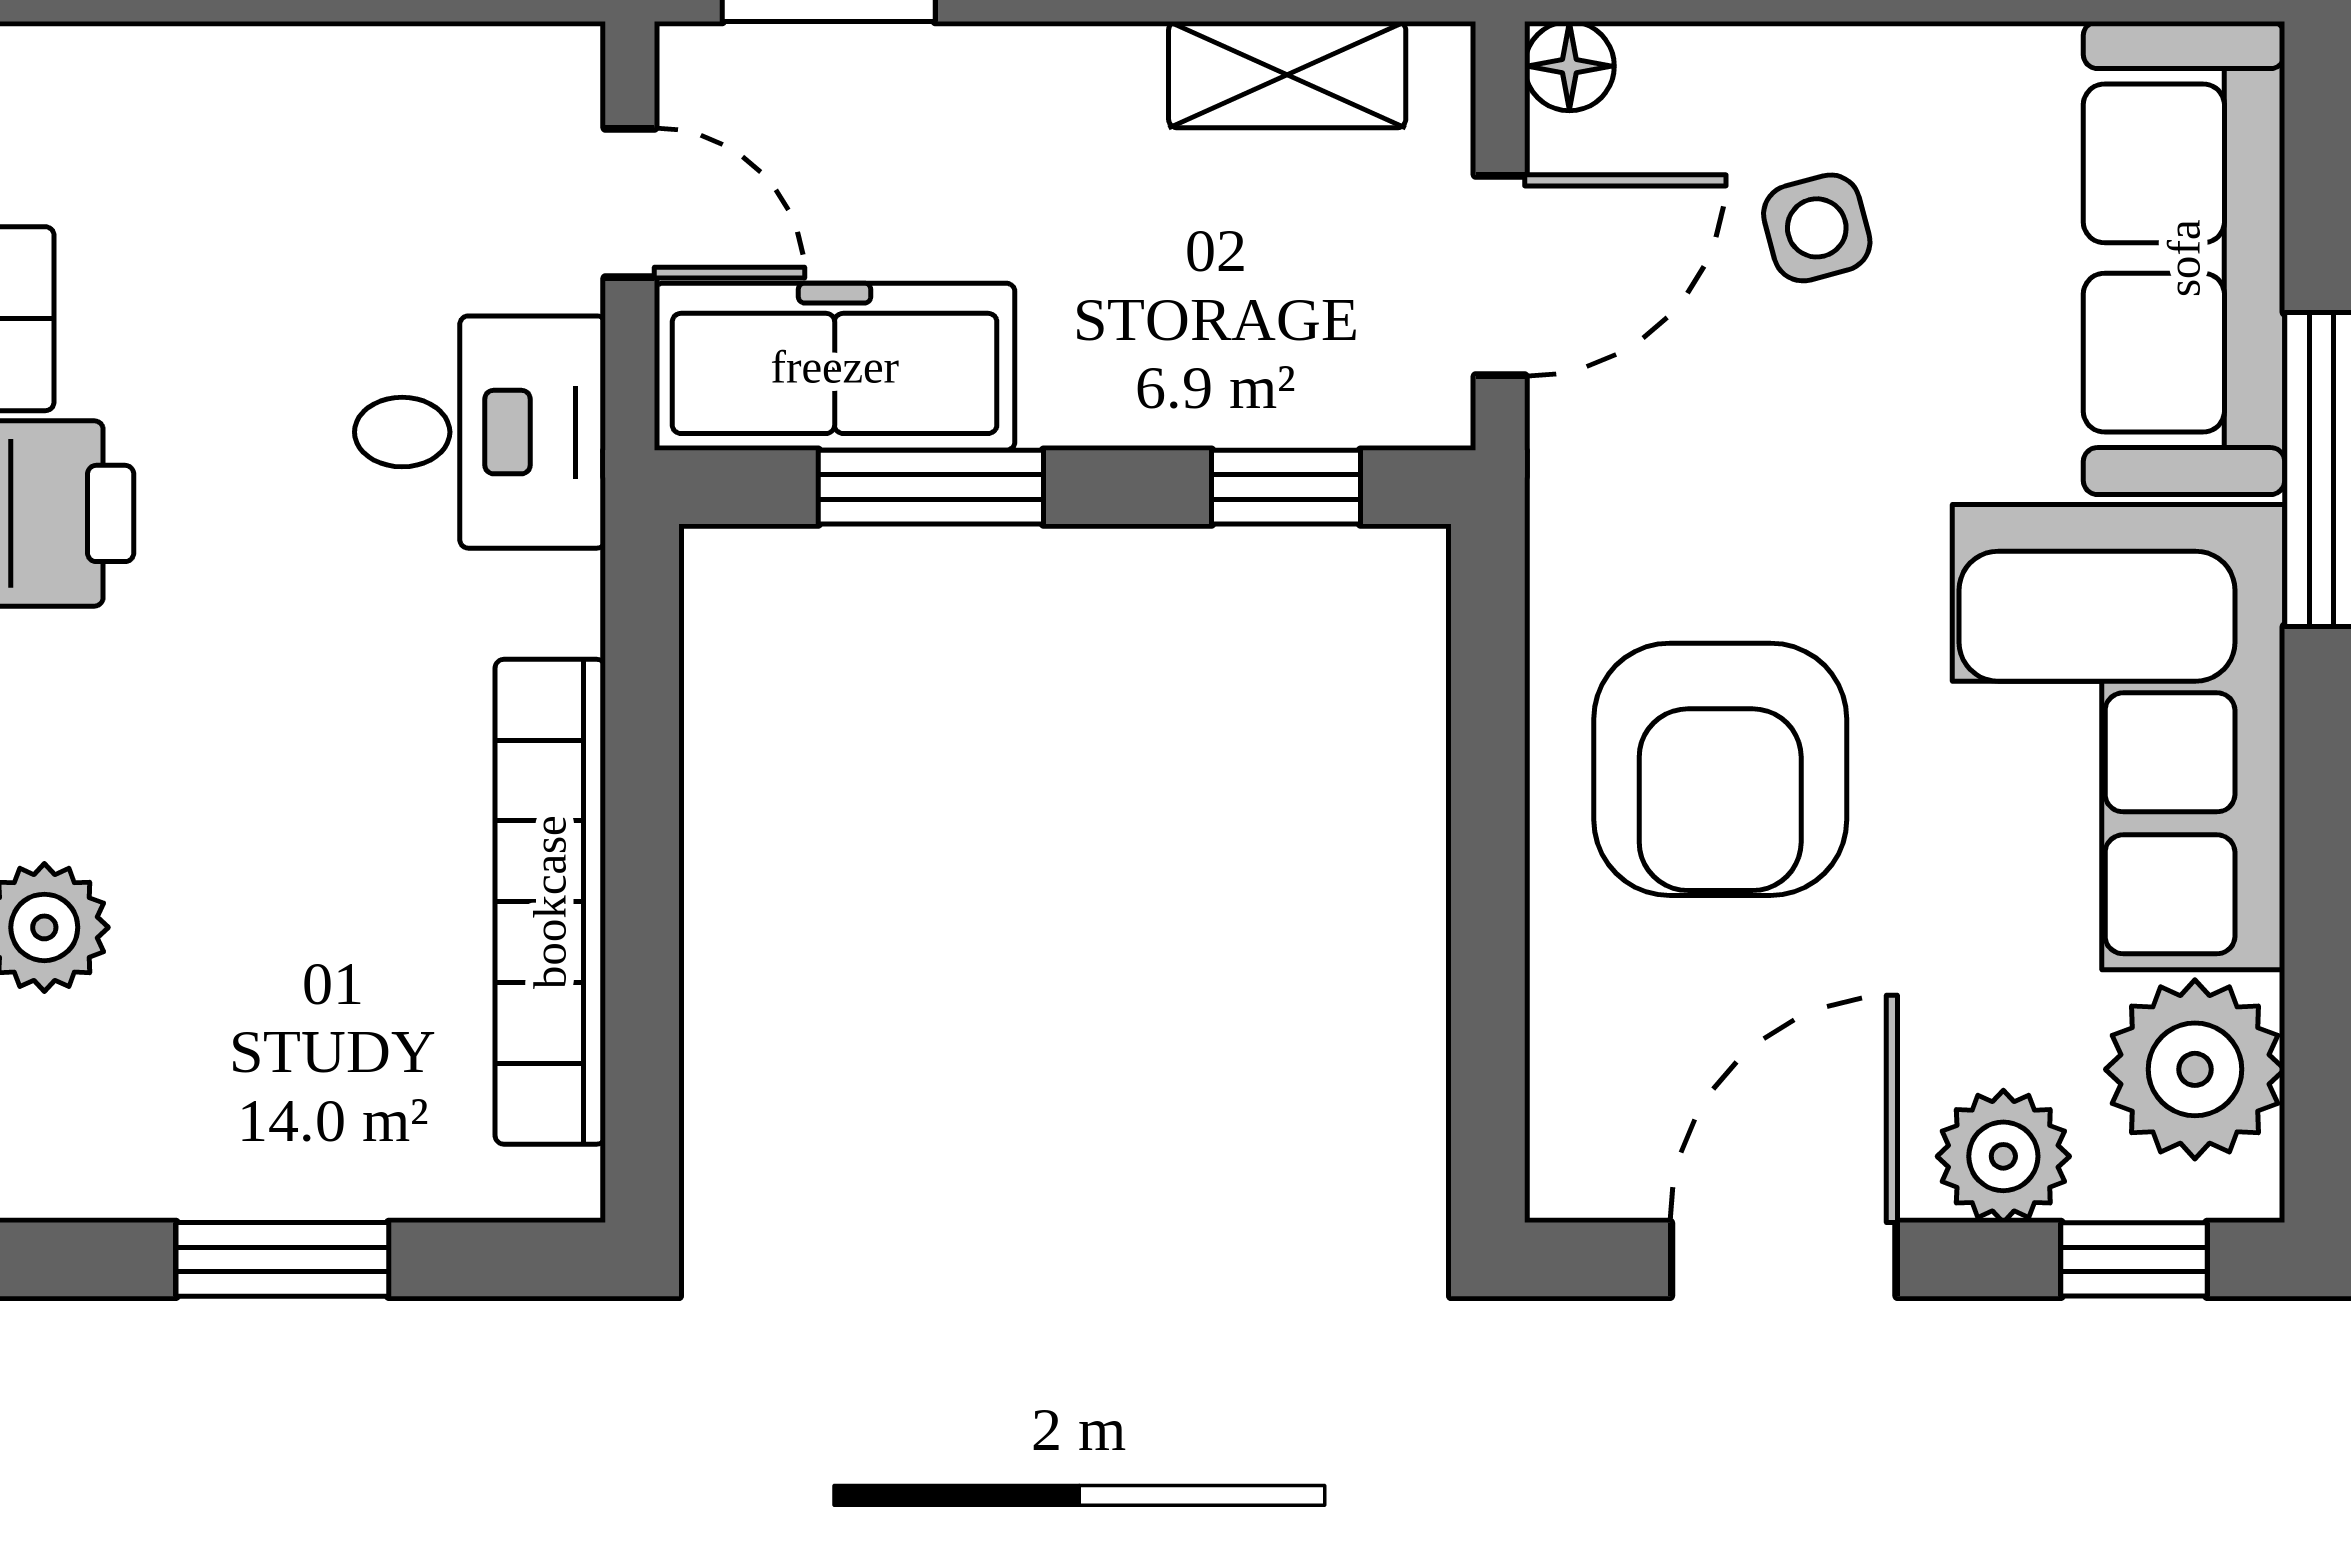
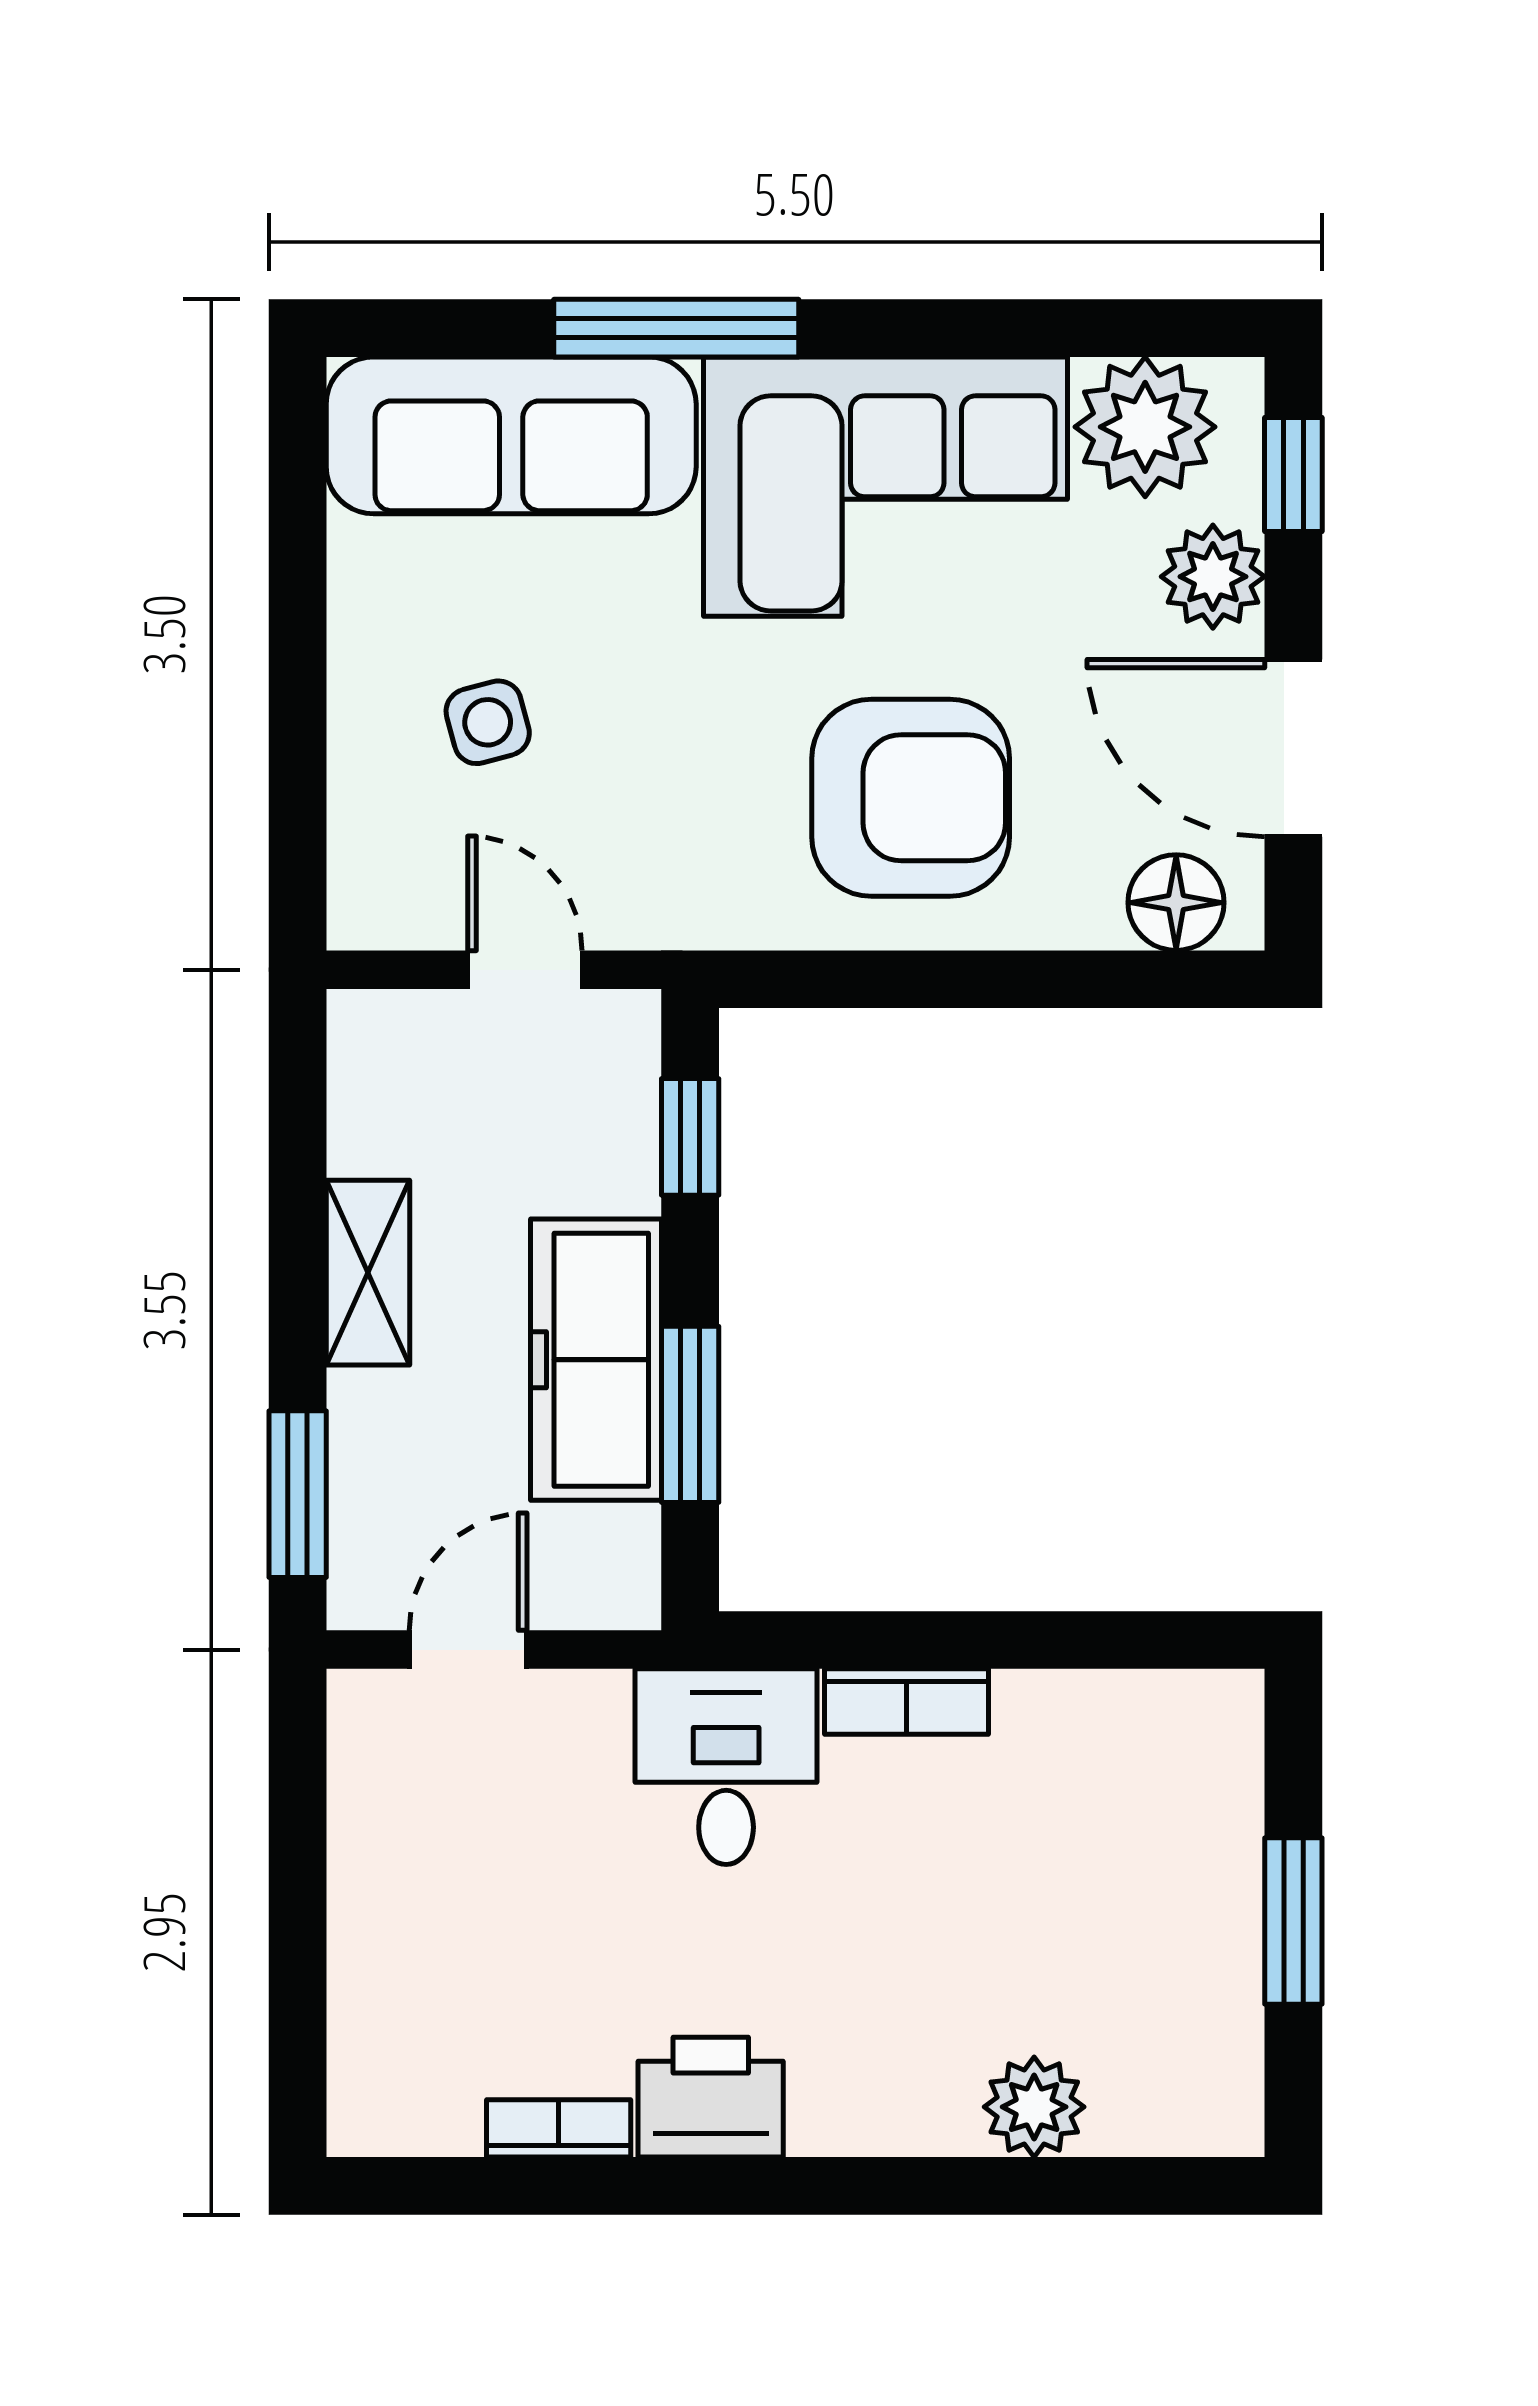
floor lamp: (1569, 66) -> (1176, 903), moved, width x1.37, depth x1.37
shelving: (1287, 75) -> (368, 1273), moved
door: (1500, 276) -> (525, 970), width x0.73
freezer: (835, 367) -> (596, 1360), moved
desk: (480, 432) -> (726, 1767), moved
bookcase: (550, 902) -> (907, 1701), width x0.43, depth x0.76

